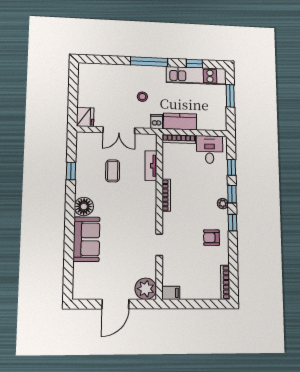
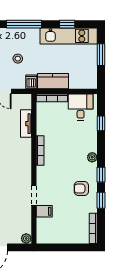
window: (232, 194) -> (101, 200), moved
plant: (146, 289) -> (26, 238), width x0.53, depth x0.53
filing cabinet: (171, 293) -> (44, 211), moved

